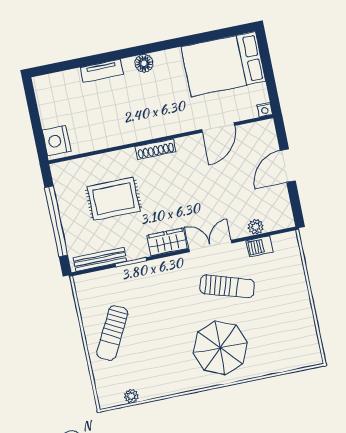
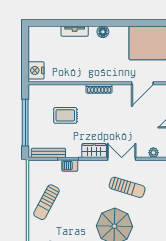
rug: (114, 199) -> (65, 115), width x0.73, depth x0.70
barbecue: (260, 246) -> (70, 166), moved

